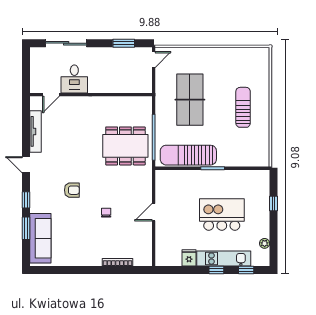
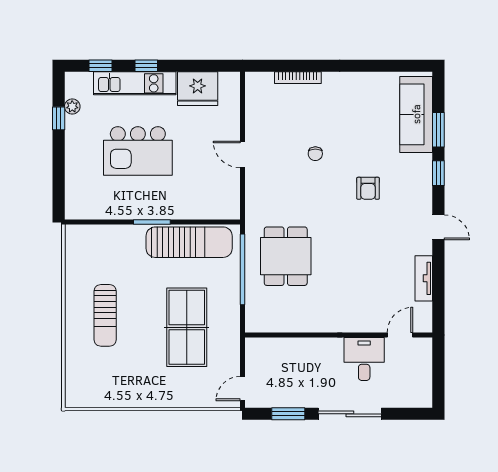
sliding door: (66, 43) -> (350, 414), moved
tv unit: (35, 131) -> (424, 278), width x0.71
dining table: (125, 146) -> (286, 256), width x0.73
armchair: (72, 190) -> (368, 188), turned -90
window: (273, 204) -> (59, 118), moved
door: (154, 212) -> (243, 155), swing flipped
fridge: (189, 258) -> (198, 89), width x1.88, depth x1.34

